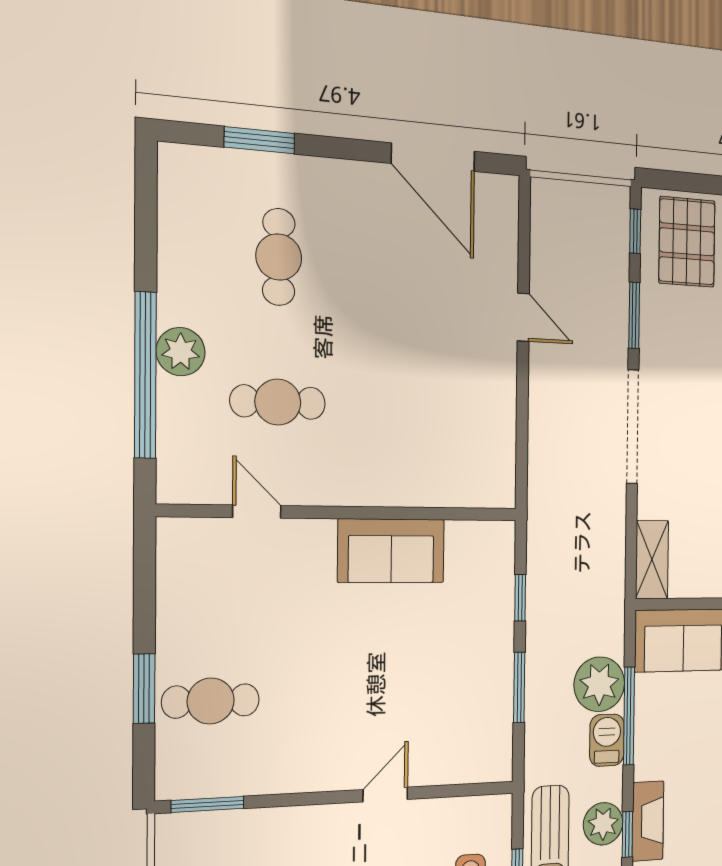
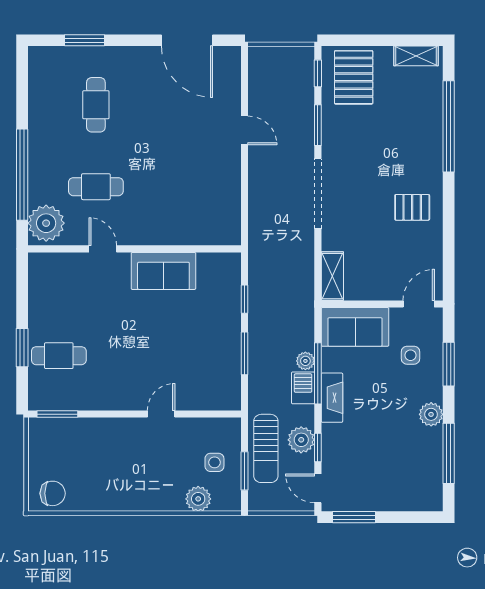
plant: (181, 352) -> (46, 223), moved, width x1.36, depth x1.36
door: (257, 512) -> (103, 249), moved
plant: (599, 684) -> (305, 361), width x0.53, depth x0.53
fireplace: (648, 821) -> (332, 398), moved

